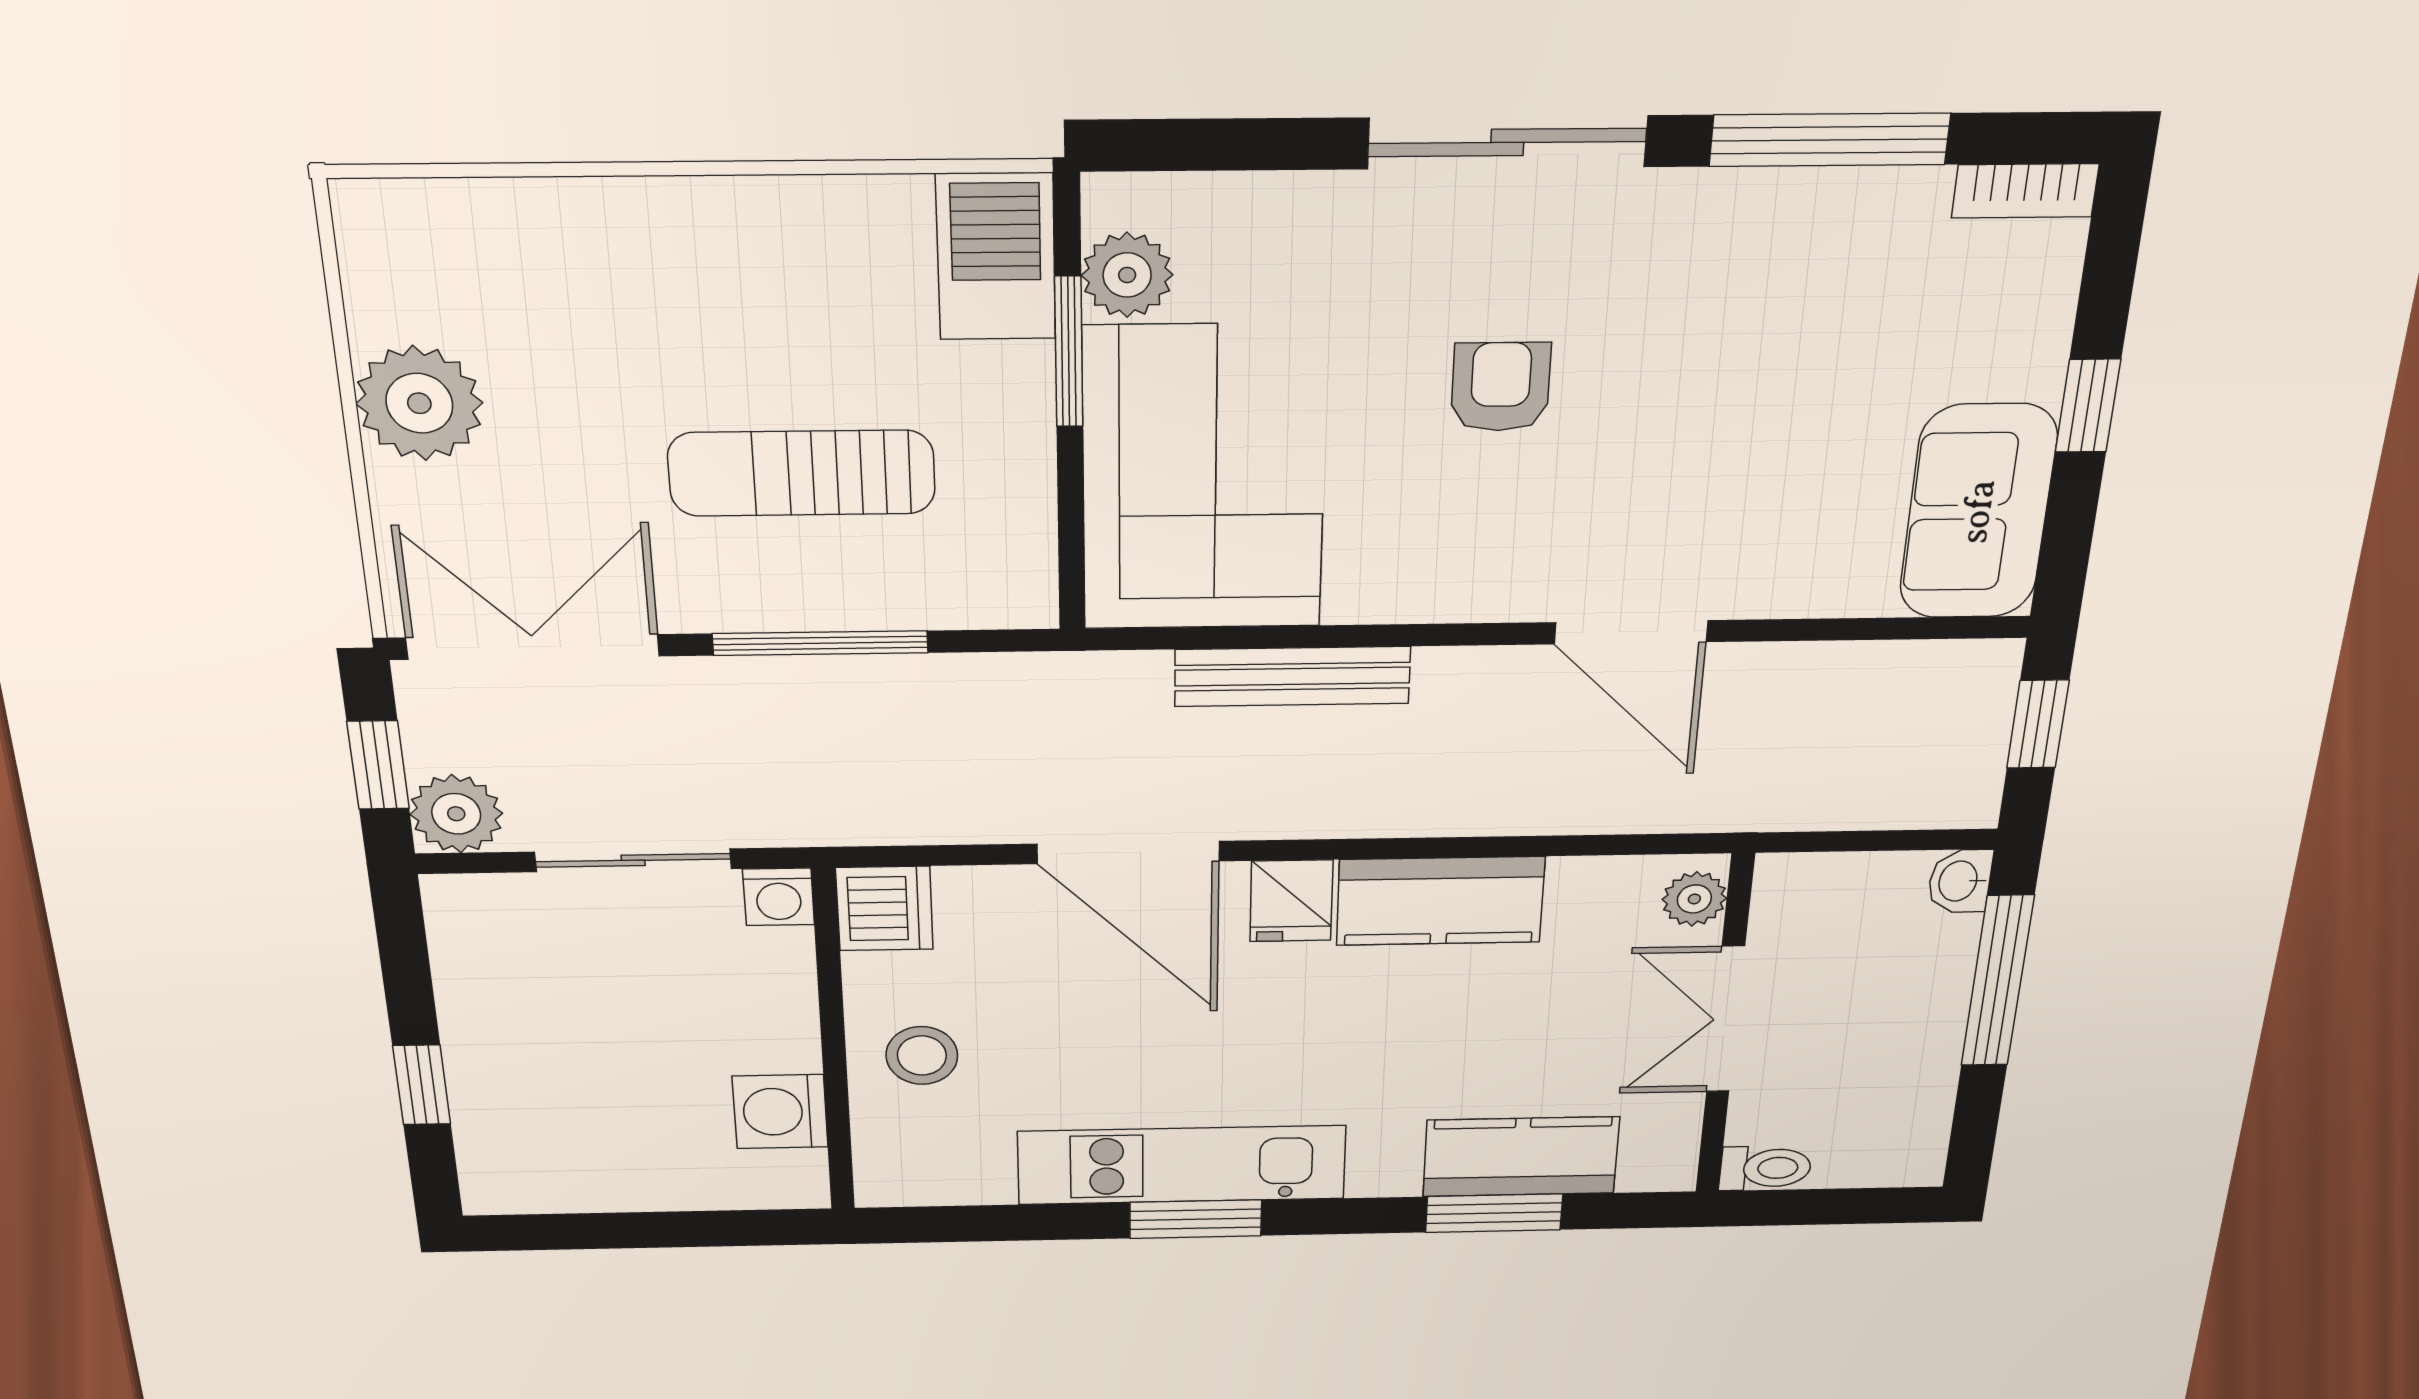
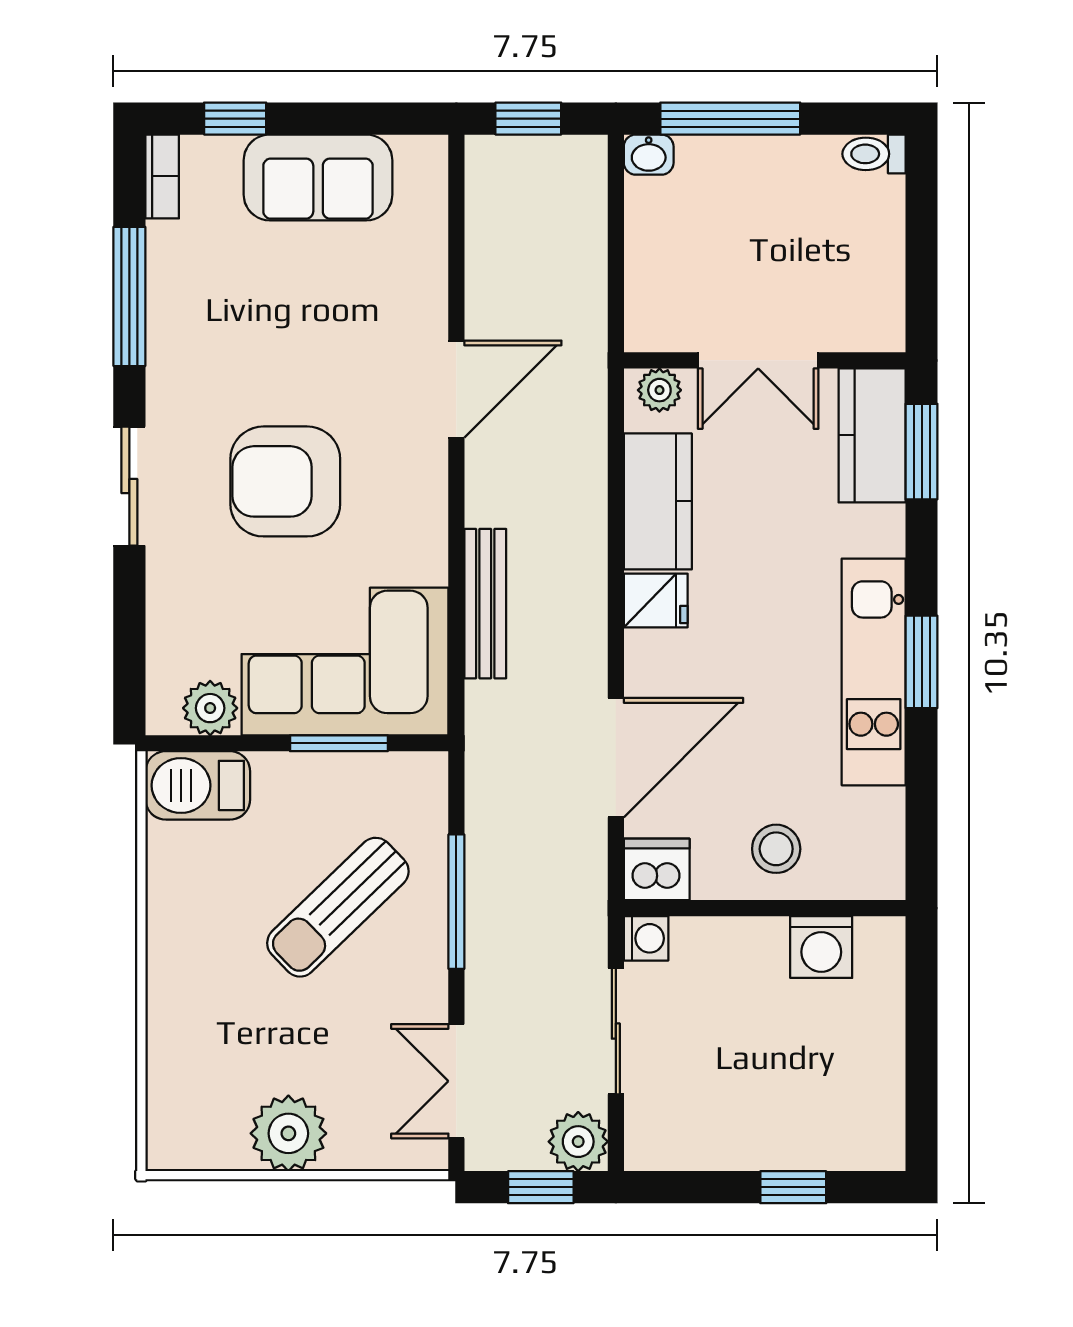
sliding door: (1507, 142) -> (129, 486), width x0.73
window: (1069, 352) -> (339, 743), moved
armchair: (1501, 387) -> (285, 481), width x1.88, depth x1.88
window: (2088, 406) -> (235, 119), moved
sun lounger: (802, 473) -> (338, 907), turned 46
sofa: (1978, 512) -> (318, 177), moved
double door: (533, 647) -> (456, 1081), width x0.73
door: (1128, 853) -> (616, 758), moved
plant: (1694, 899) -> (659, 390), moved
double door: (1725, 1019) -> (758, 360), moved
wall: (1725, 1027) -> (765, 360), moved
toilet: (1765, 1168) -> (874, 154), moved, turned -90

